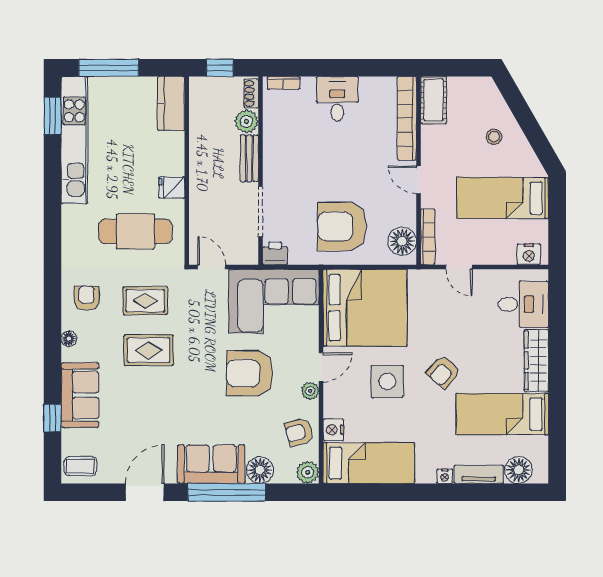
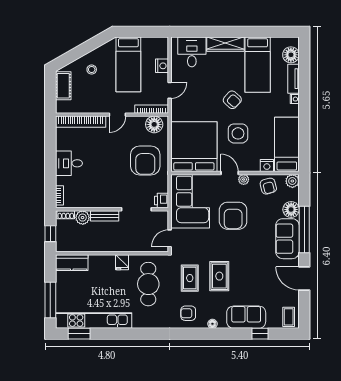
cot: (434, 100) -> (63, 86), moved, turned 90
nightstand: (529, 254) -> (162, 66), moved

